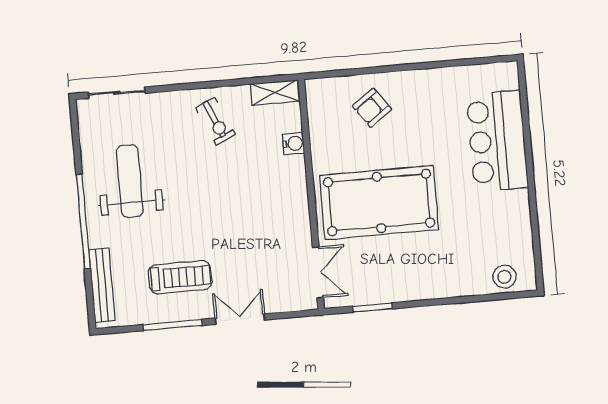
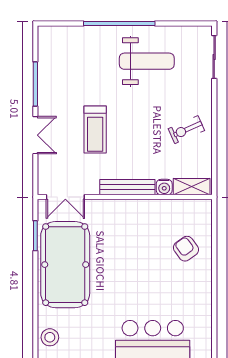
shelving: (275, 92) -> (192, 187), moved, turned 90
pool table: (379, 202) -> (65, 265), moved
treadmill: (180, 277) -> (95, 130), moved
bench: (102, 285) -> (127, 187), moved

